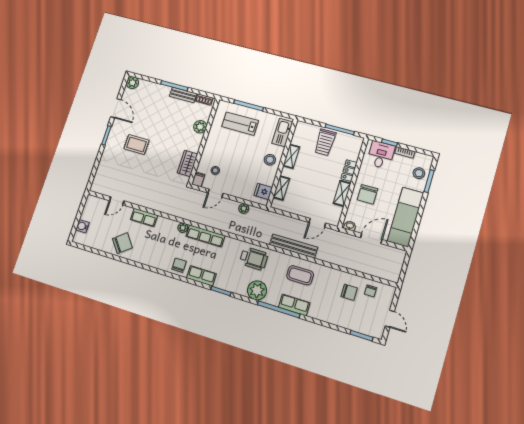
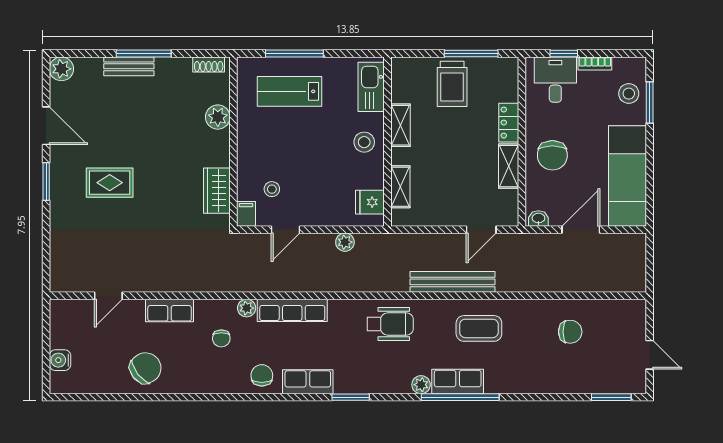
bench: (183, 95) -> (129, 66), moved
plant: (257, 290) -> (421, 385), width x0.53, depth x0.53
chair: (371, 291) -> (221, 338), moved
row of seats: (294, 305) -> (458, 381), moved

